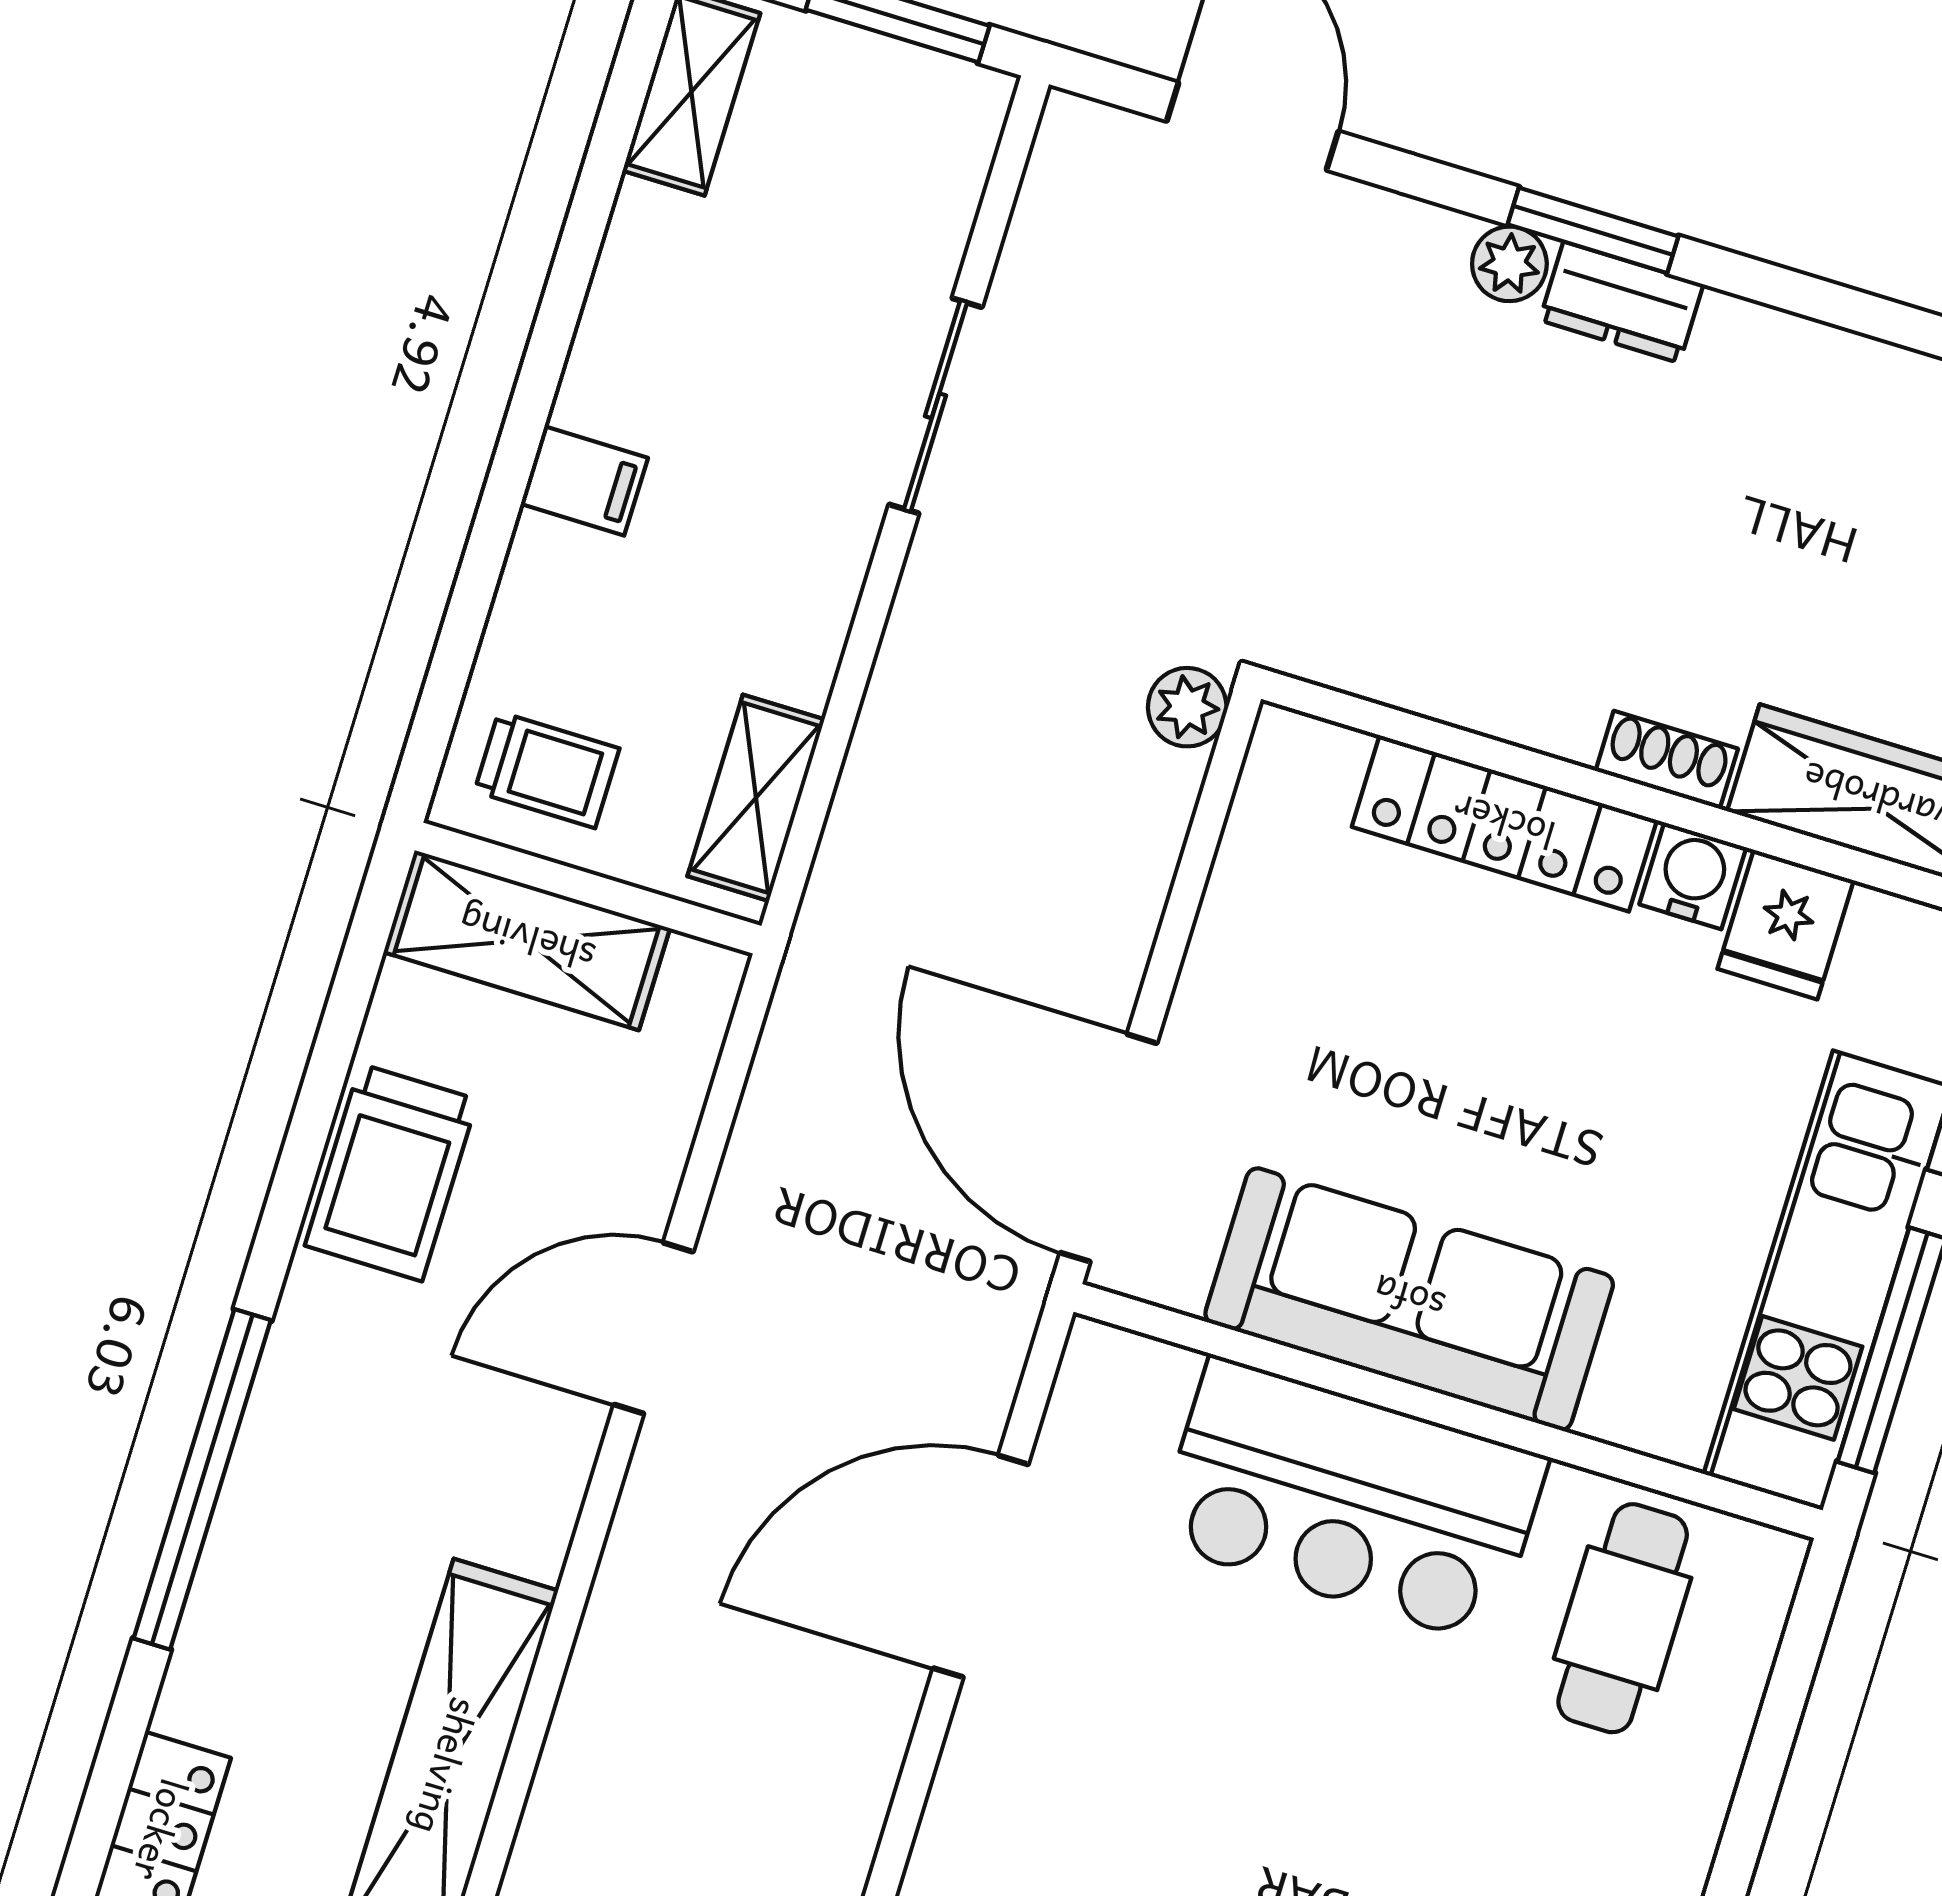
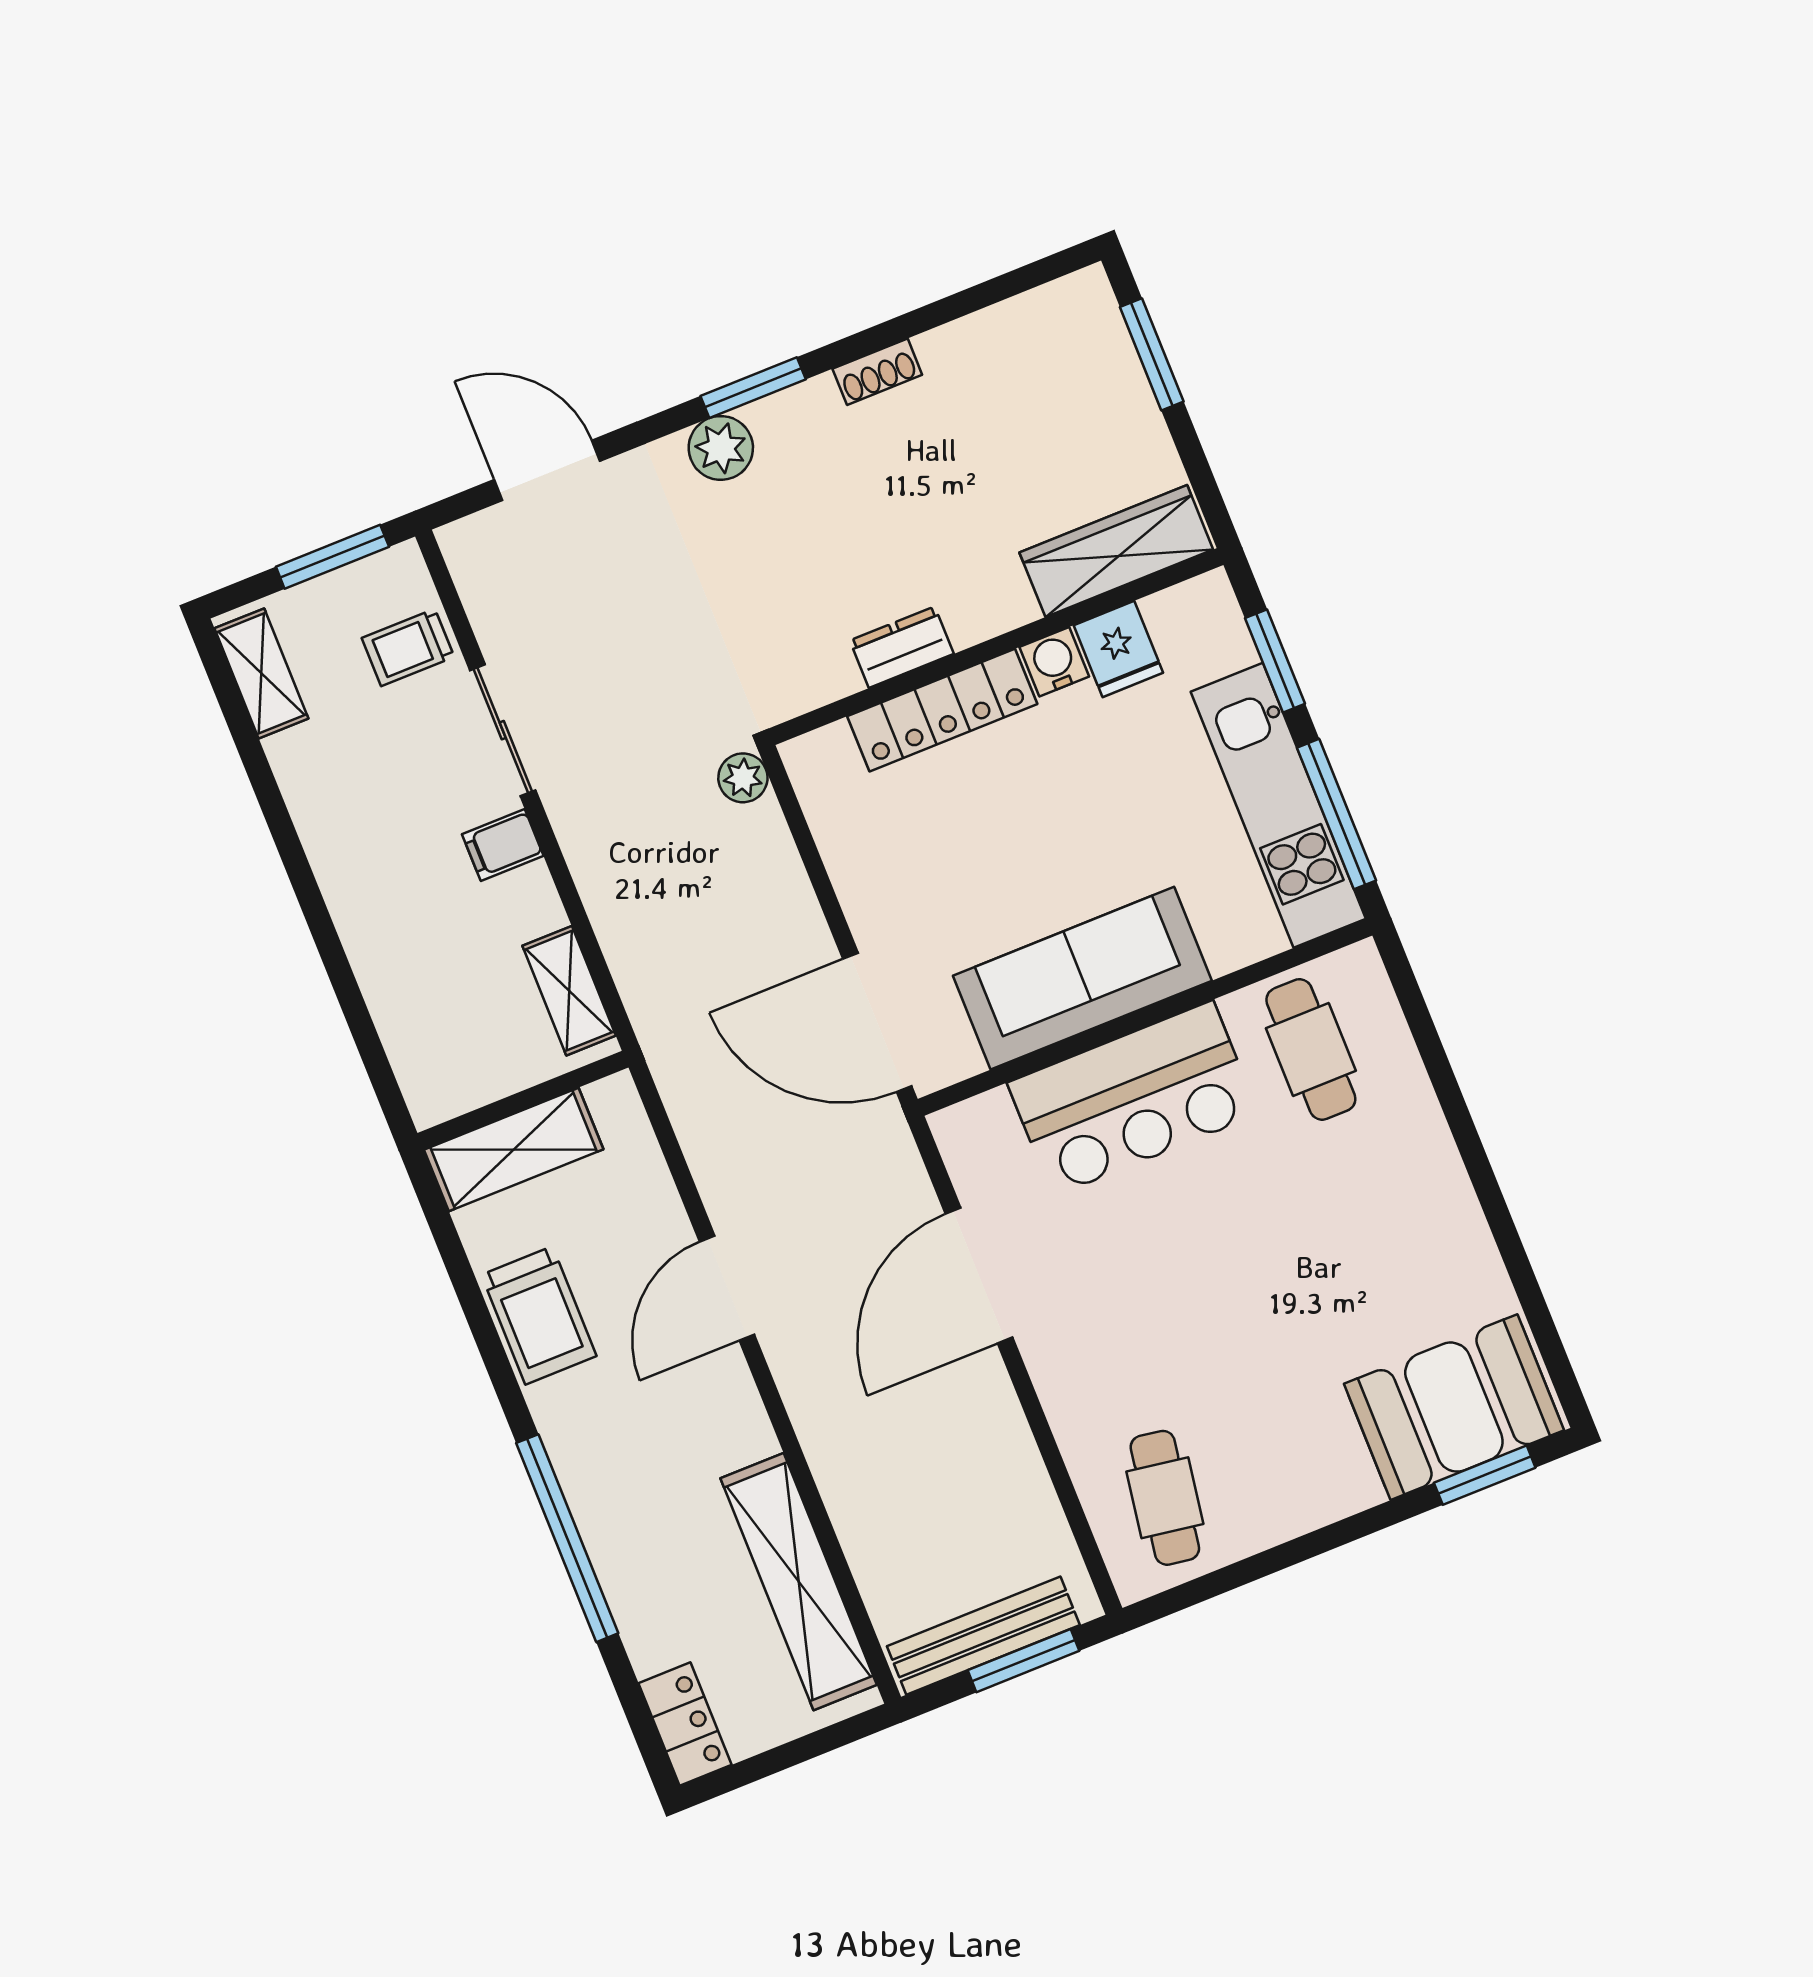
plant: (1509, 264) -> (721, 448), width x1.38, depth x1.38
dresser: (1621, 302) -> (902, 647), moved, turned 180
filing cabinet: (584, 481) -> (503, 845), moved, turned 180
shoe rack: (1667, 760) -> (877, 372), moved, turned 180
trolley: (547, 770) -> (408, 647), moved, turned 180

